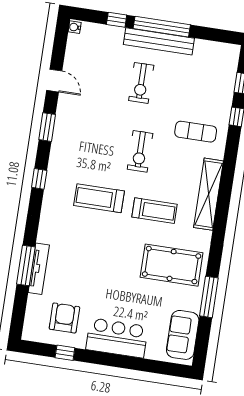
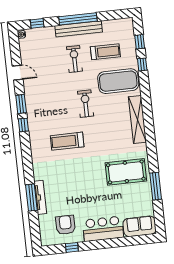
window: (117, 20) -> (37, 23), moved
exercise bike: (141, 83) -> (74, 59), turned 180
exercise mat: (196, 132) -> (118, 81), width x2.00, depth x1.45
exercise bike: (140, 151) -> (86, 104), turned 180
window: (39, 179) -> (23, 125), moved
treadmill: (154, 211) -> (105, 52), moved
sofa: (183, 335) -> (140, 226), moved, turned 90

